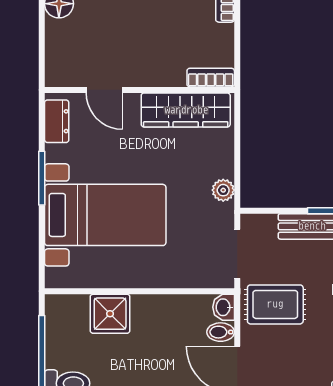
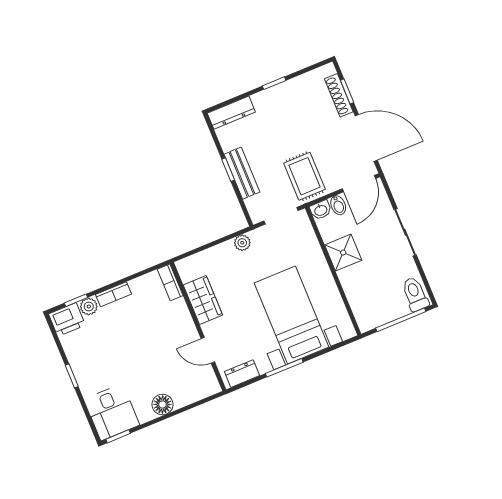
door: (104, 90) -> (208, 350), swing flipped
wardrobe: (186, 110) -> (203, 300), width x0.67
shower: (110, 314) -> (343, 253), moved

